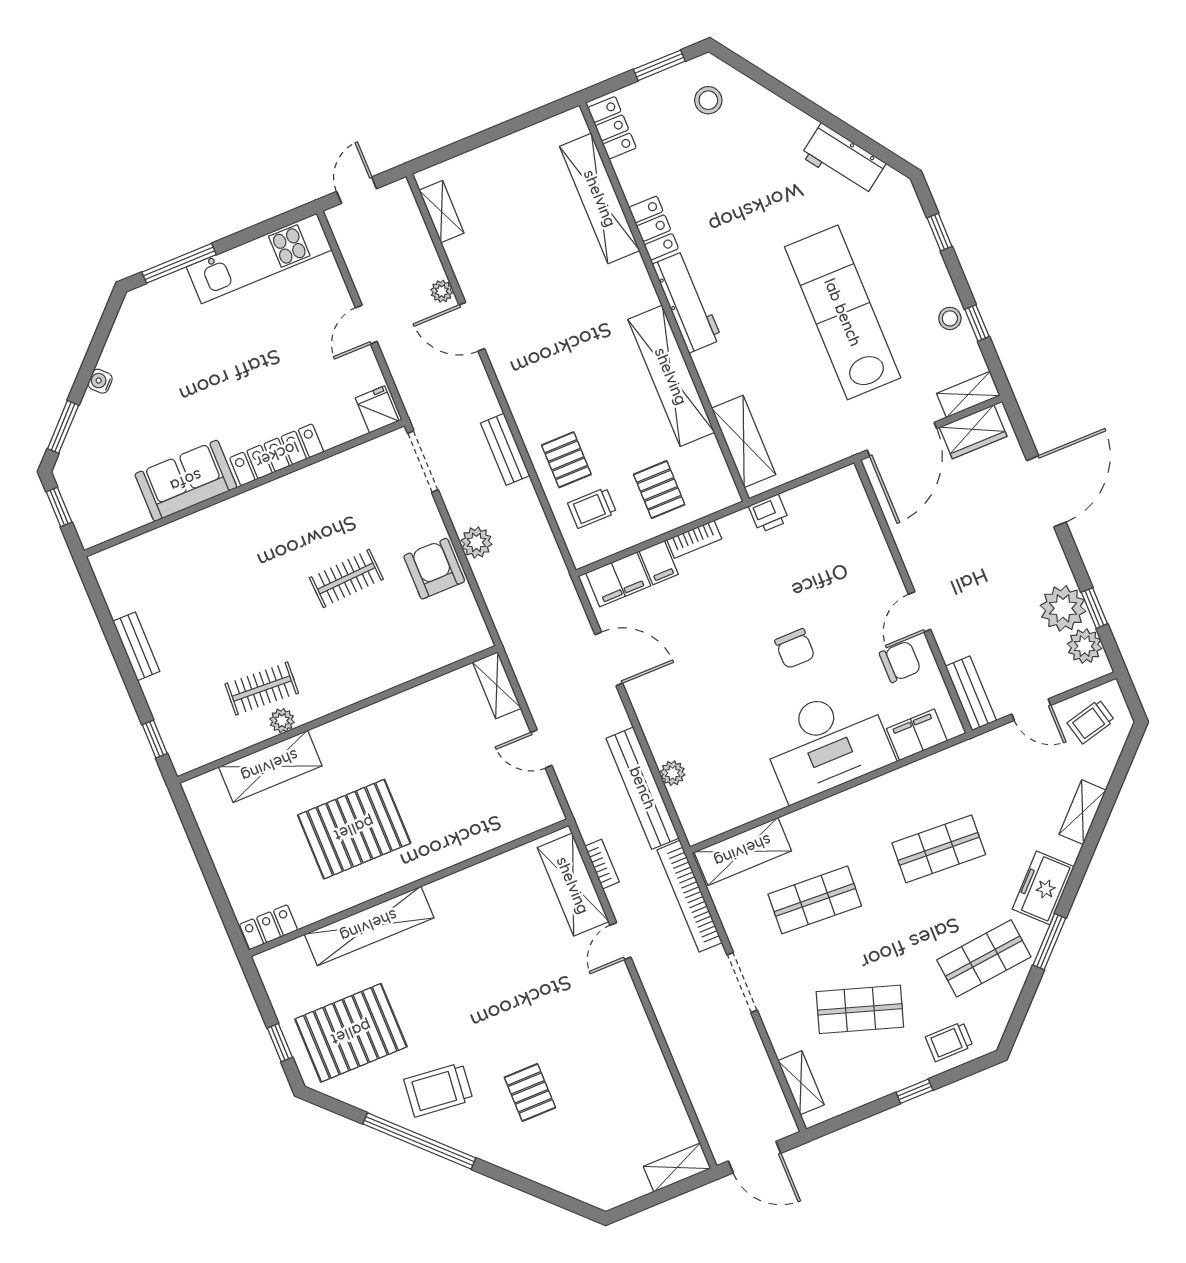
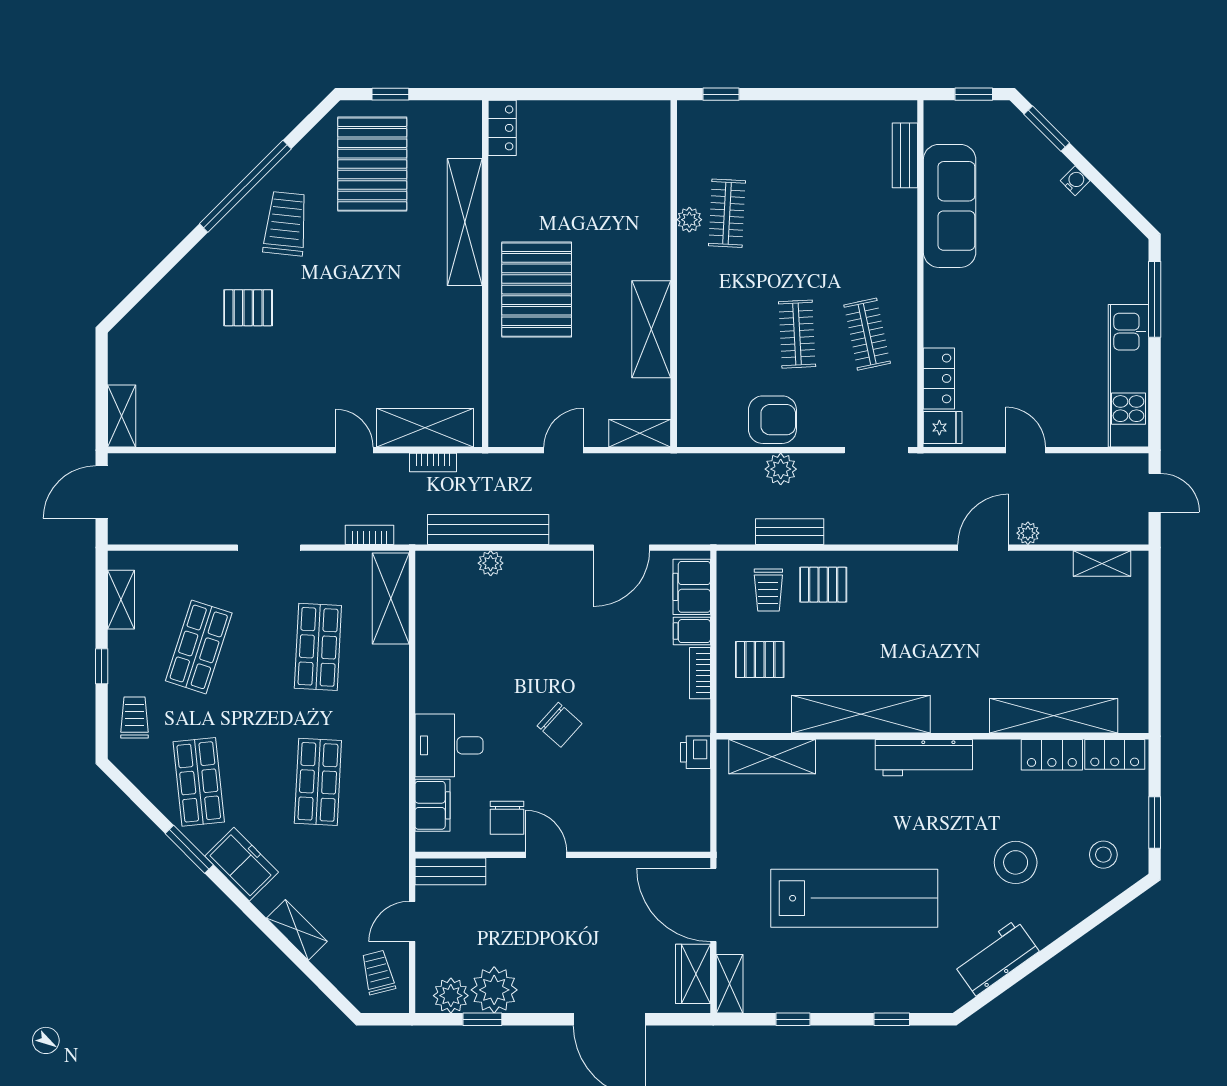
locker: (654, 228) -> (1052, 755), moved
stool: (950, 318) -> (1016, 862), moved, width x1.89, depth x1.89
bench: (505, 449) -> (790, 532), moved
locker: (277, 455) -> (939, 378), moved, width x0.66
sofa: (186, 481) -> (950, 206), width x1.36
trolley: (592, 508) -> (768, 590), turned 180
clothes rail: (320, 514) -> (867, 334), added
bench: (136, 646) -> (905, 155), moved, turned 90
chair: (795, 649) -> (560, 725), turned -138
desk: (827, 743) -> (449, 745), width x0.53, depth x0.77
shelving: (270, 766) -> (651, 329), moved
pallet: (354, 829) -> (537, 290), moved
bookcase: (690, 896) -> (369, 535), width x0.43, depth x0.76
shelving: (801, 1083) -> (121, 600), moved, turned 90

